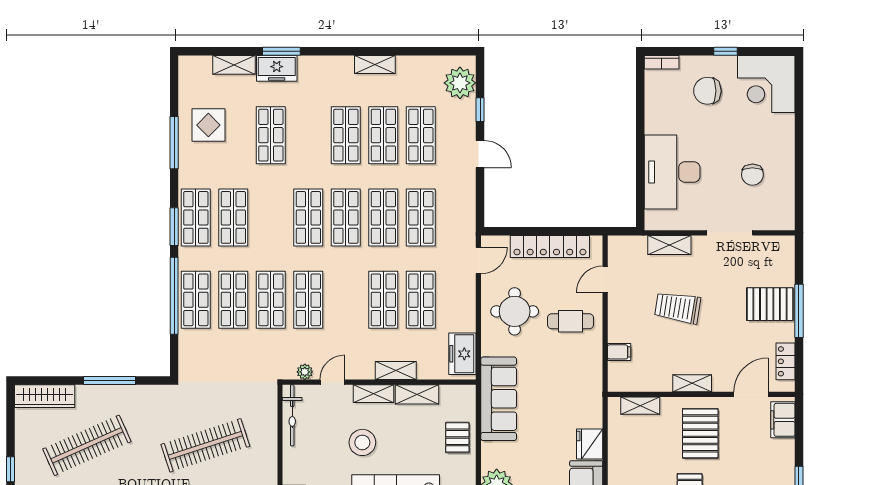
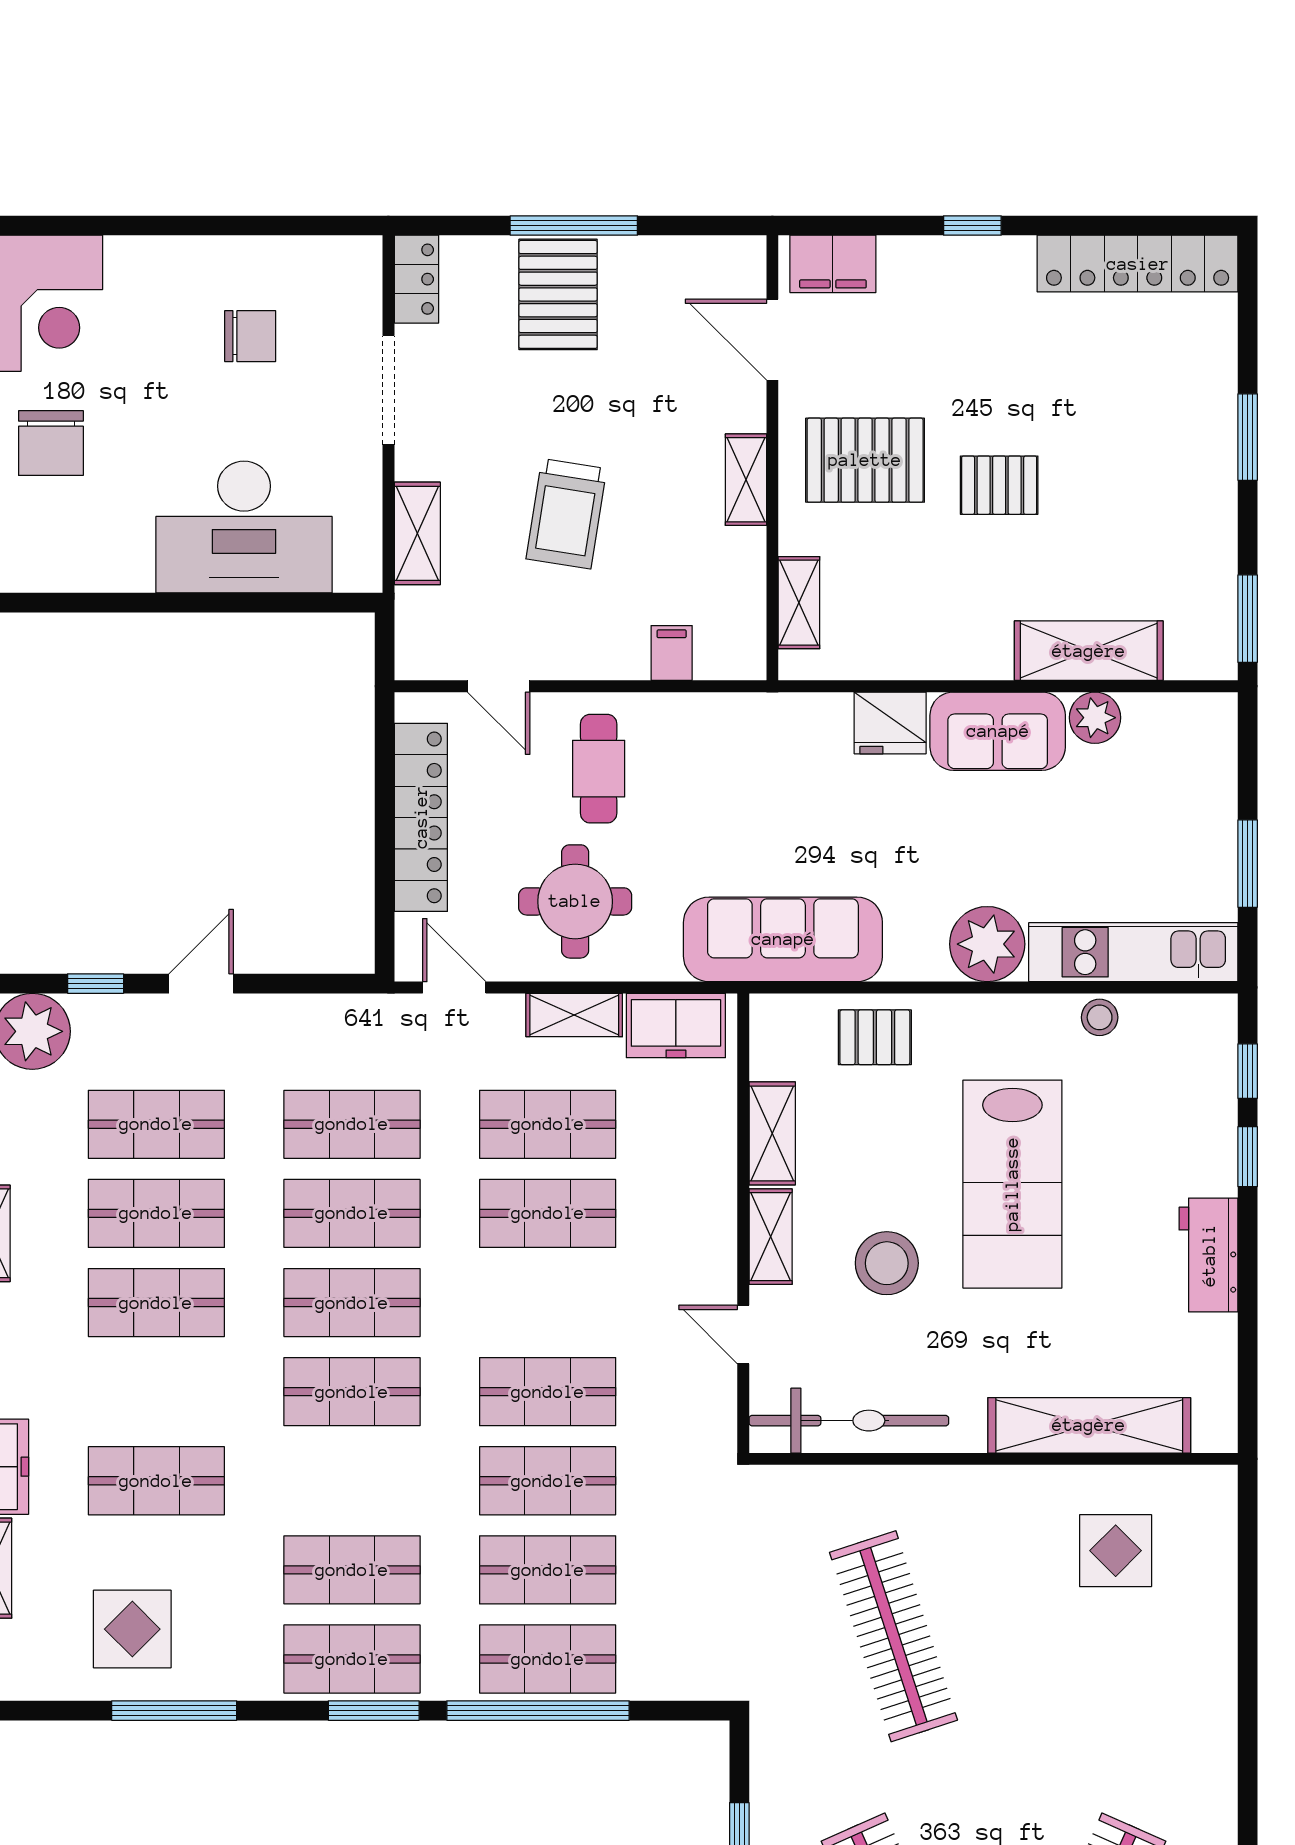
locker: (786, 361) -> (416, 279), moved, turned -90
shelving: (396, 370) -> (574, 1015), moved, turned 90
plant: (305, 372) -> (719, 1400), removed
bicycle: (292, 415) -> (849, 1421), width x1.37, depth x1.40

